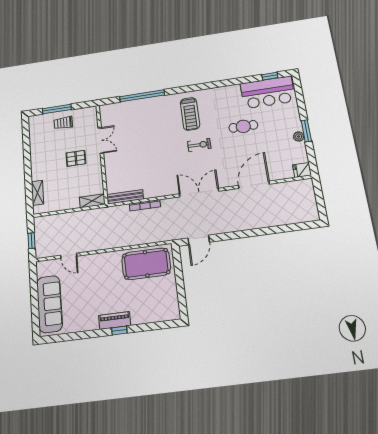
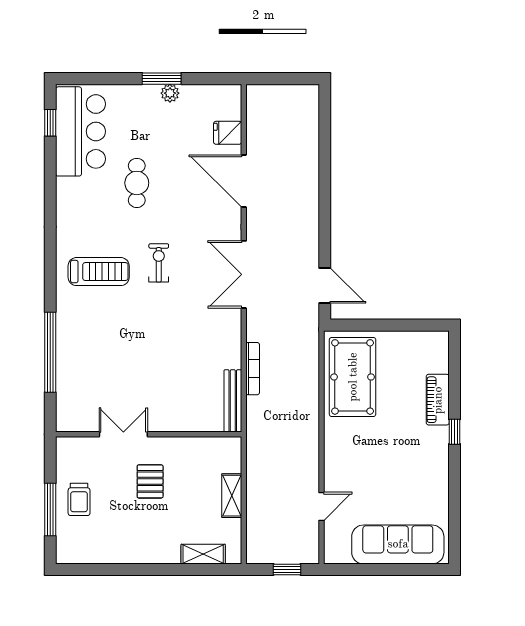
fridge: (302, 170) -> (228, 133), moved, turned 90
shelving: (92, 201) -> (232, 496), moved
piano: (115, 320) -> (438, 400), moved

